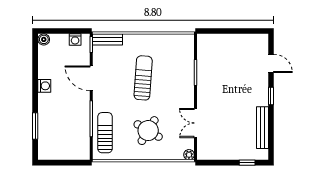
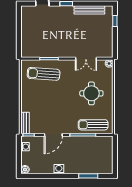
sun lounger: (143, 78) -> (44, 74), moved
round table: (148, 131) -> (91, 93), turned -31

